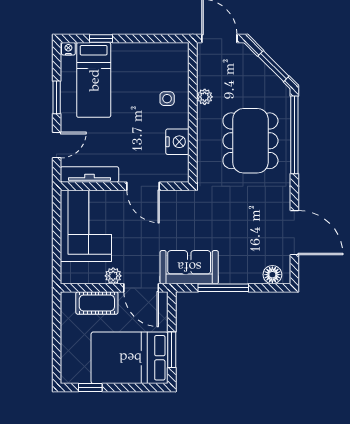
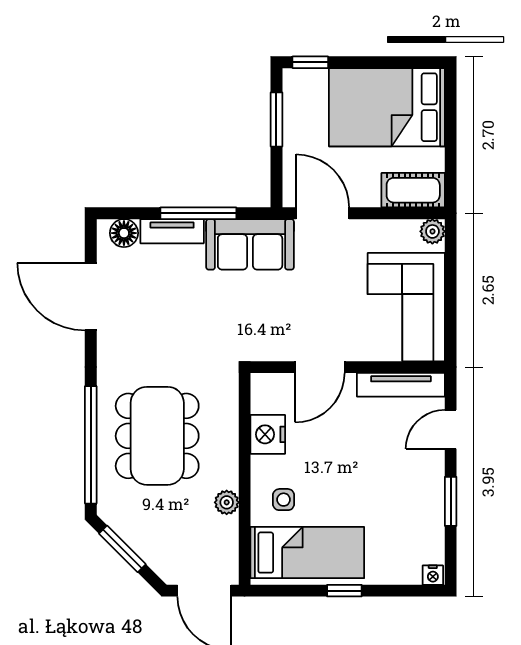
window: (101, 39) -> (344, 591), moved
bed: (94, 80) -> (307, 553), moved, turned 90
door: (143, 186) -> (320, 367), swing flipped
plant: (113, 276) -> (432, 231), moved
tv unit: (241, 276) -> (172, 231), added
cot: (97, 303) -> (413, 190), moved
bed: (130, 358) -> (387, 107), moved, turned 180
window: (90, 387) -> (310, 62), moved

